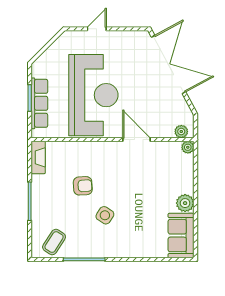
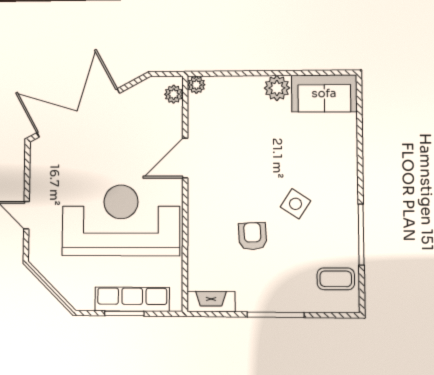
coffee table: (54, 242) -> (336, 279), turned -33

